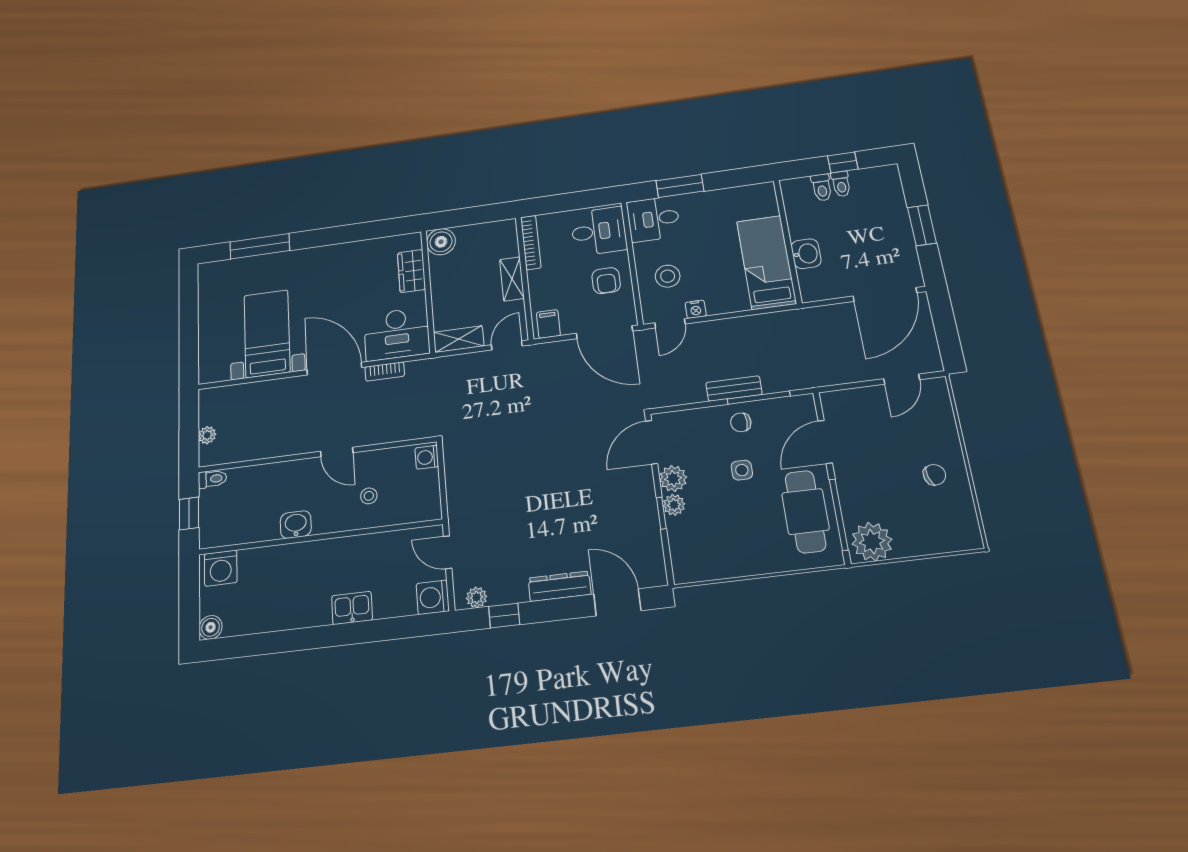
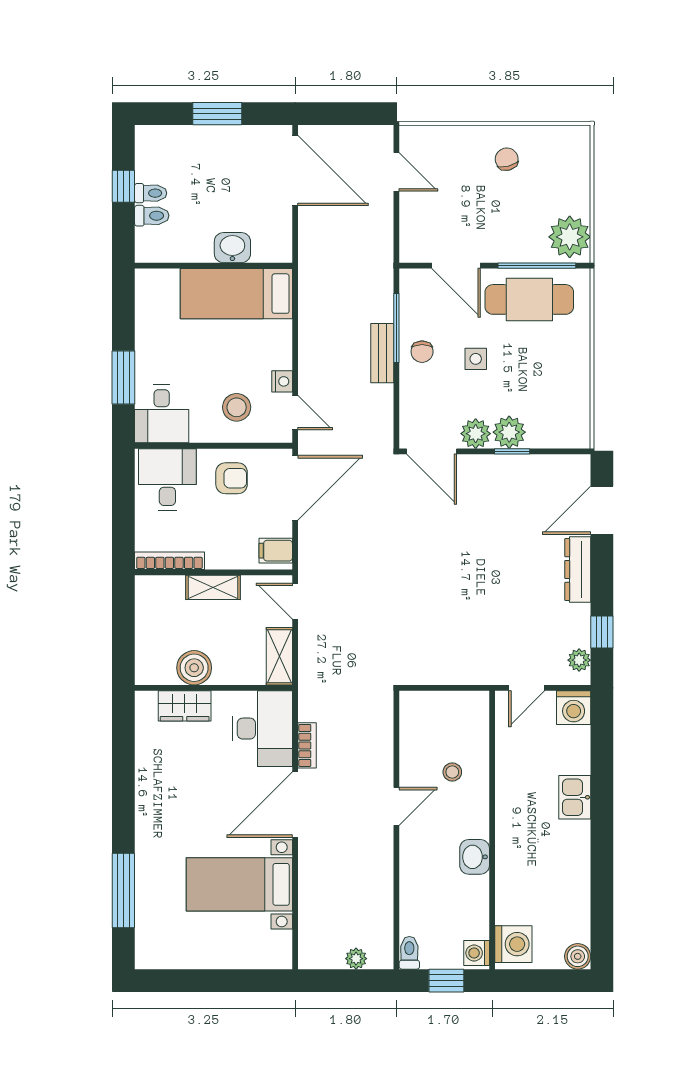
boiler: (441, 242) -> (194, 668), moved
washing machine: (427, 457) -> (477, 953), moved, turned 90
plant: (674, 505) -> (509, 432), width x1.38, depth x1.38

